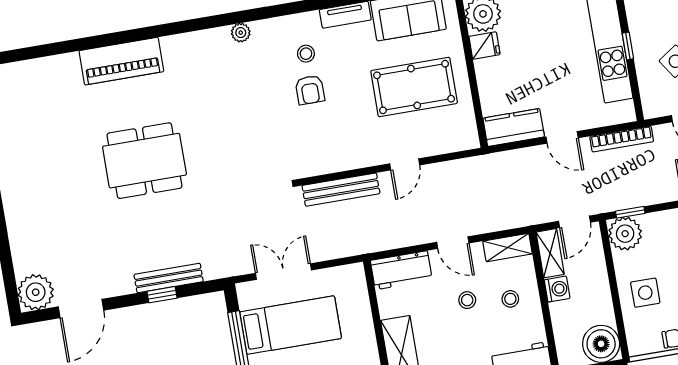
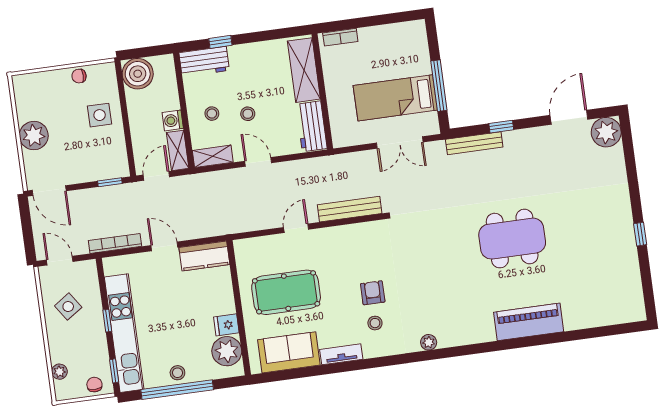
plant: (625, 234) -> (115, 165), removed
workbench: (401, 270) -> (312, 126), moved, turned -90
bench: (169, 278) -> (474, 143), moved

